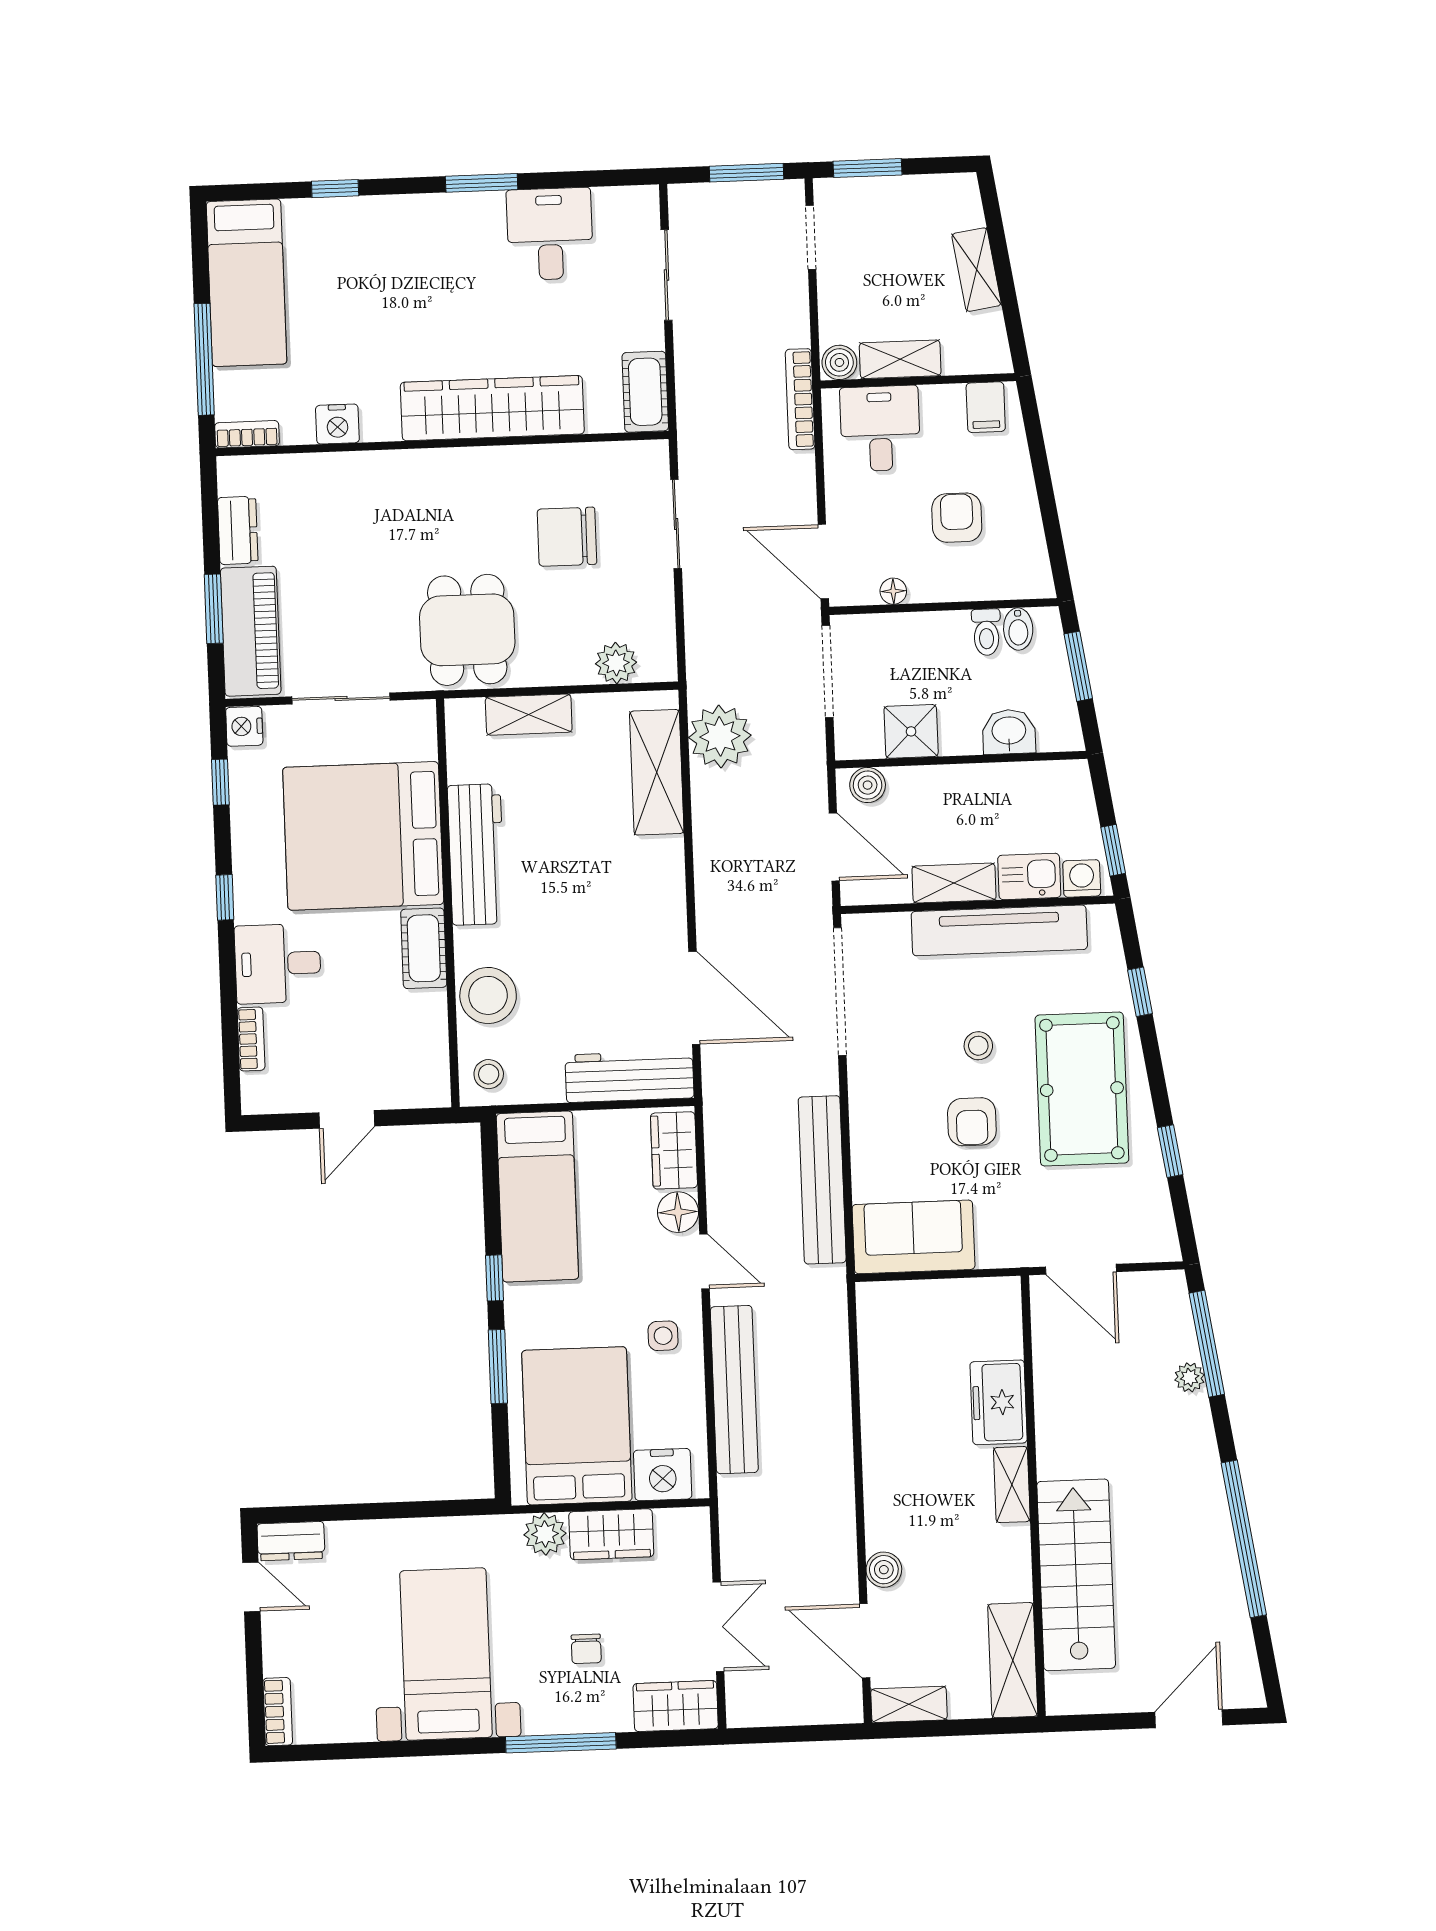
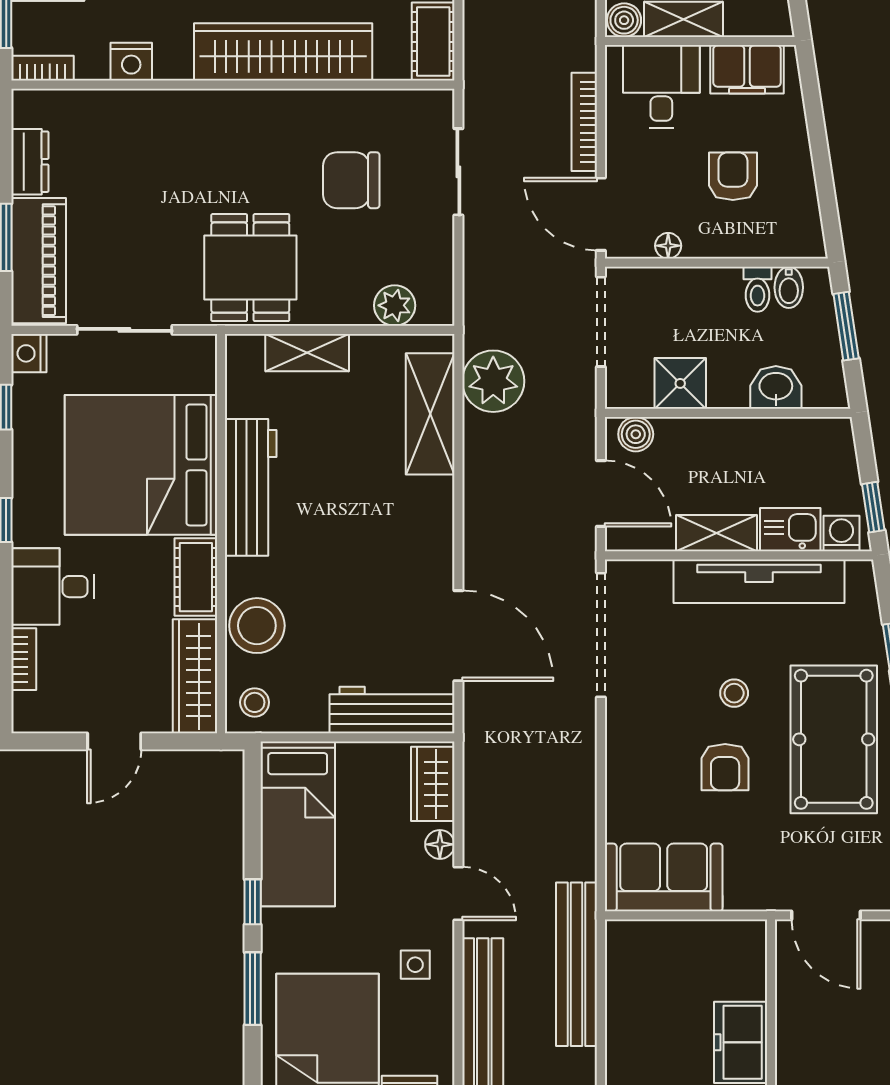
bookcase: (800, 399) -> (584, 122), moved
filing cabinet: (986, 407) -> (747, 69), width x2.00
wardrobe: (427, 1050) -> (195, 676), added
bench: (822, 1180) -> (576, 964), moved
floor lamp: (678, 1212) -> (440, 844), width x0.73, depth x0.73

